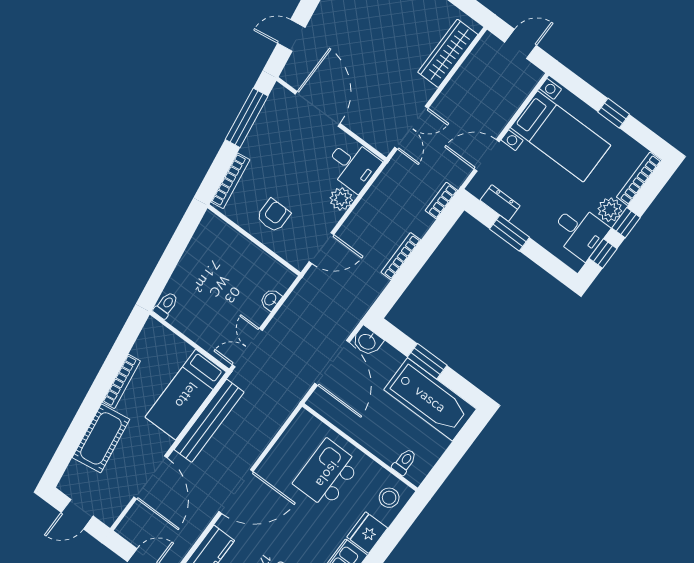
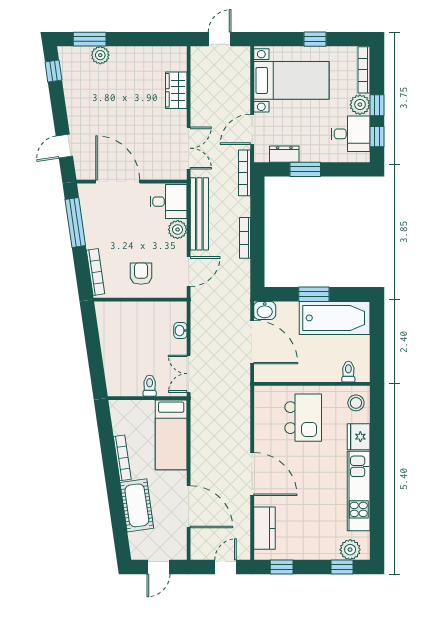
wardrobe: (448, 53) -> (176, 90), width x0.67
bookcase: (441, 201) -> (244, 173), width x1.56
toilet: (166, 305) -> (150, 386), moved
bench: (209, 421) -> (199, 214), moved
kitchen island: (327, 474) -> (303, 418), turned 180
door: (236, 492) -> (252, 474), hinge flipped

